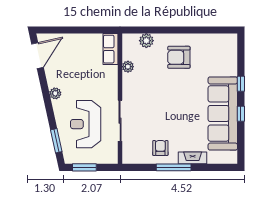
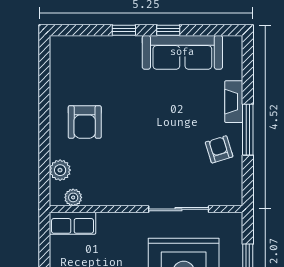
plant: (128, 67) -> (73, 197), moved
sofa: (223, 113) -> (182, 52), width x0.74, depth x0.79
armchair: (160, 148) -> (219, 149), turned 73

